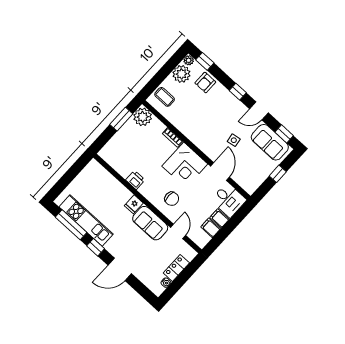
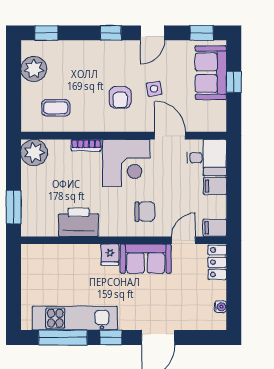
plant: (189, 60) -> (28, 47), removed
armchair: (205, 82) -> (120, 97), moved
coffee table: (165, 97) -> (56, 108), moved
window: (121, 119) -> (14, 207), moved
sofa: (270, 142) -> (211, 73), moved, turned 90
printer: (135, 180) -> (78, 222), width x1.87, depth x1.48
filing cabinet: (211, 228) -> (215, 228), moved
door: (178, 231) -> (183, 240), hinge flipped
locker: (176, 268) -> (217, 262), moved

